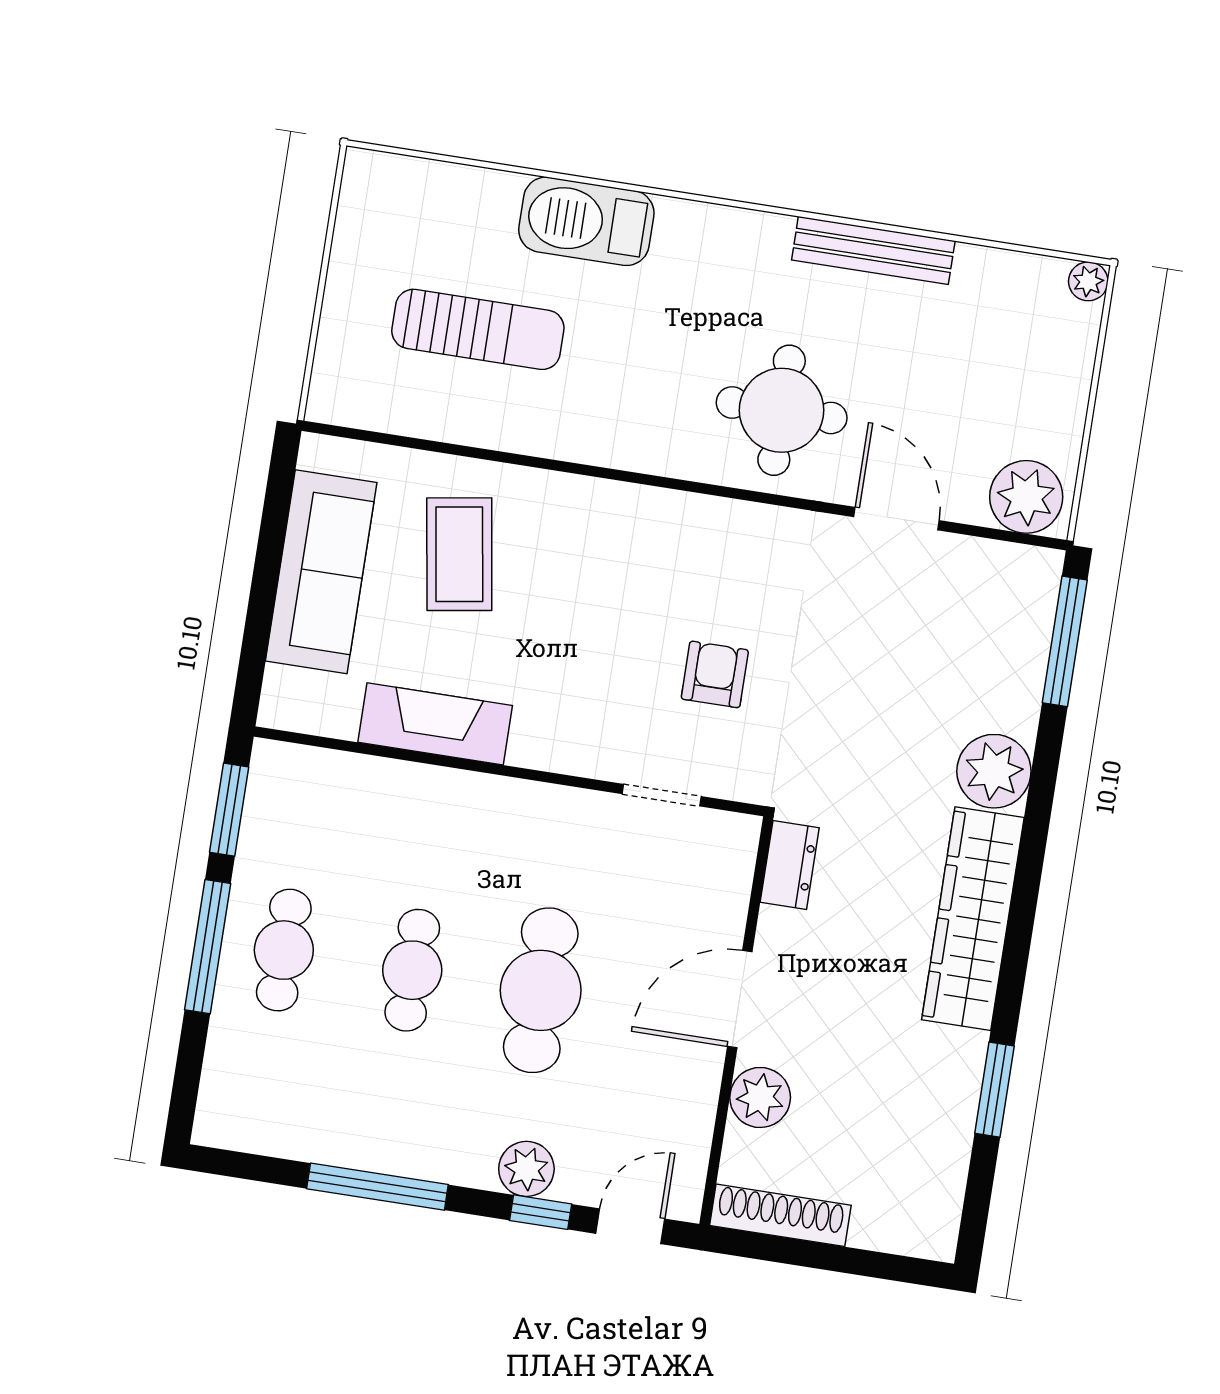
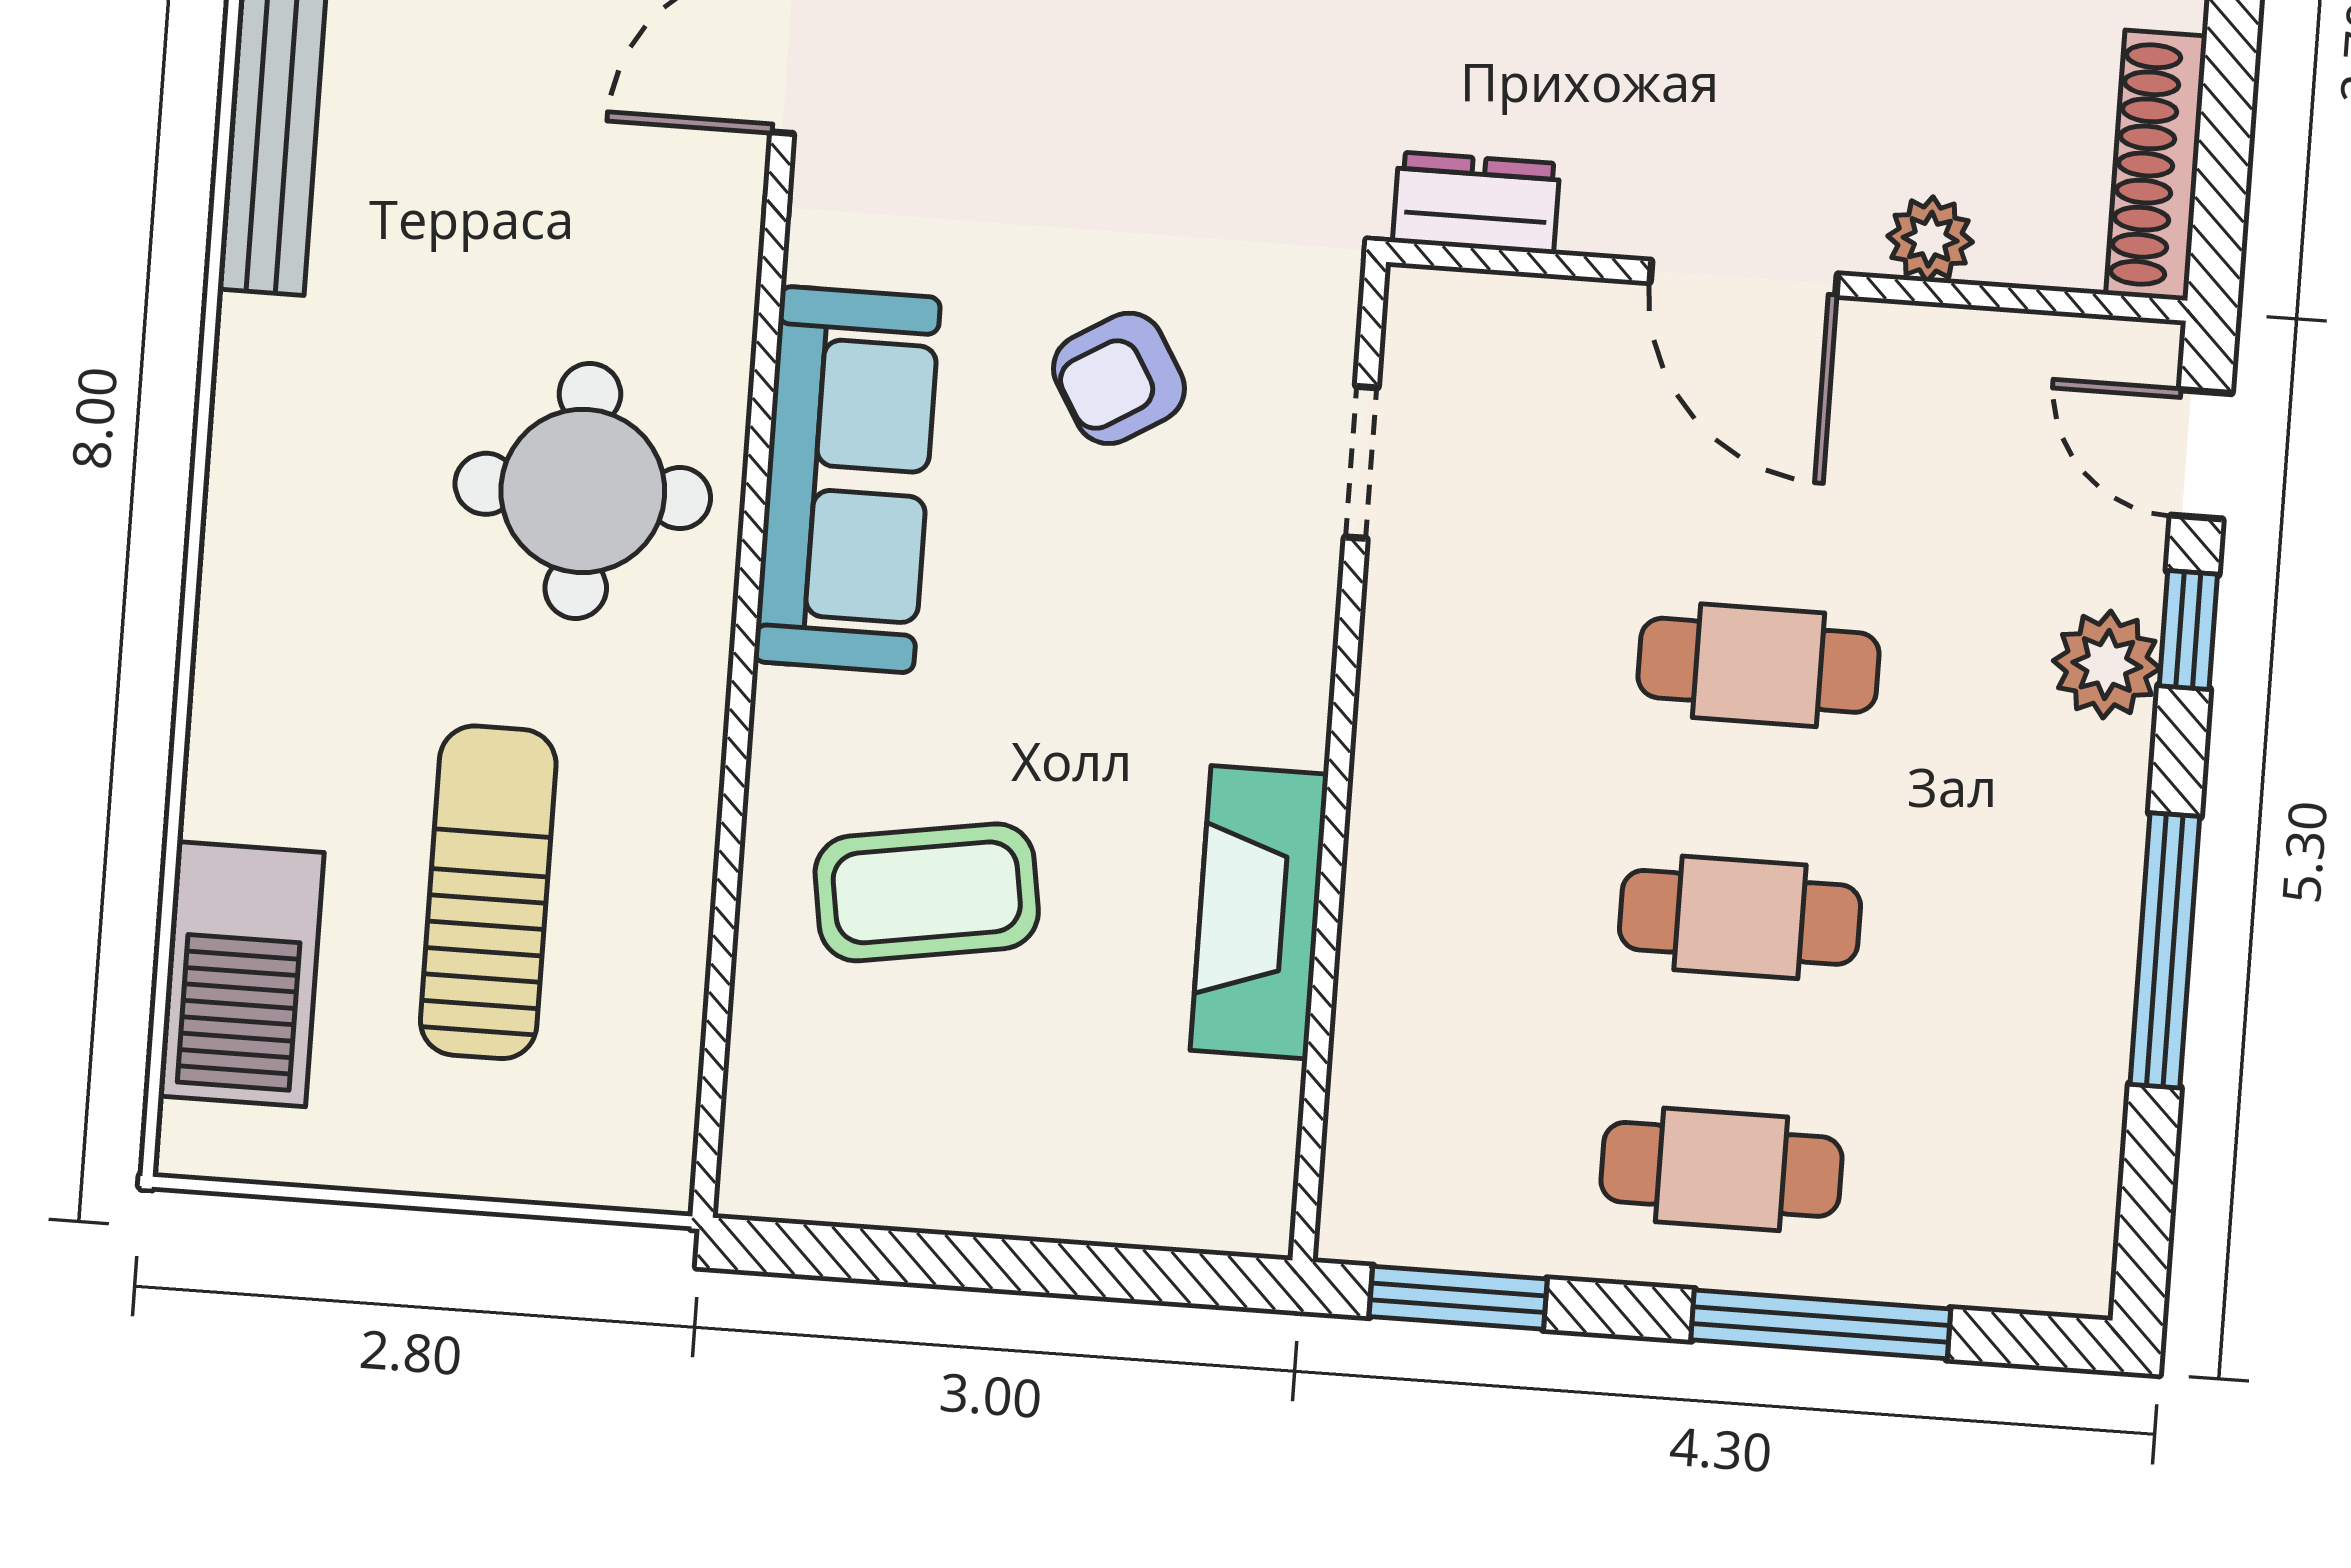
barbecue: (586, 221) -> (241, 974), moved
round table: (782, 410) -> (583, 491), moved
sofa: (321, 572) -> (847, 480), moved, turned 90
armchair: (715, 674) -> (1119, 378), turned -31
window: (208, 947) -> (1821, 1324), moved
cafe table: (541, 990) -> (1759, 665), width x0.73, depth x0.74
plant: (760, 1097) -> (1930, 239), width x0.73, depth x0.73

